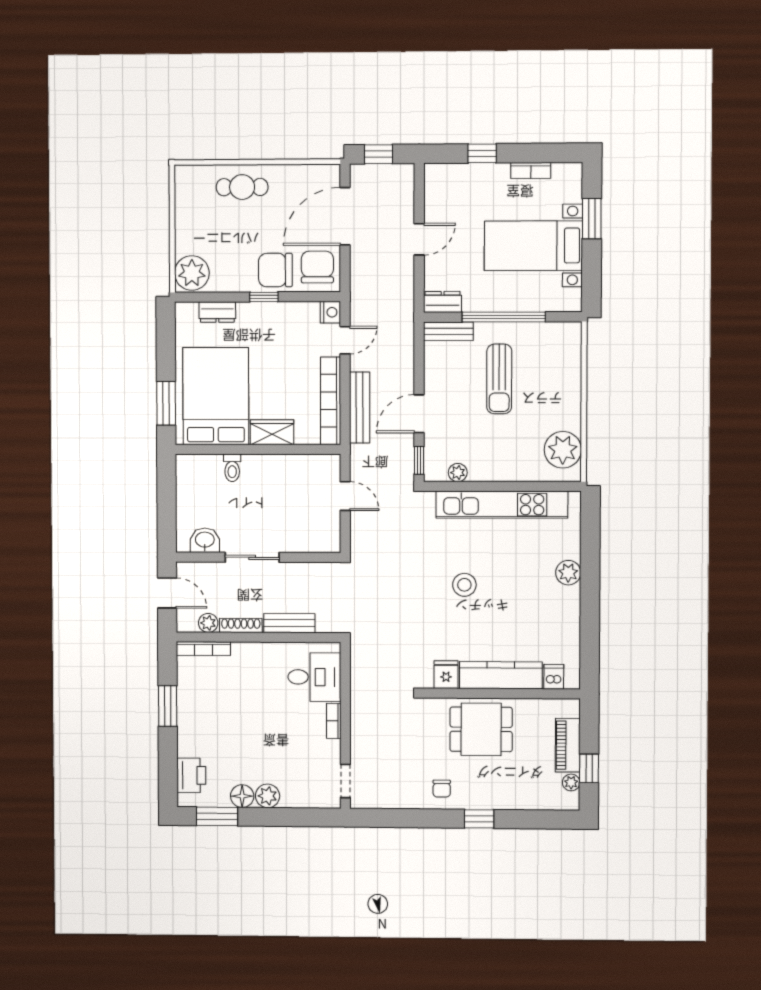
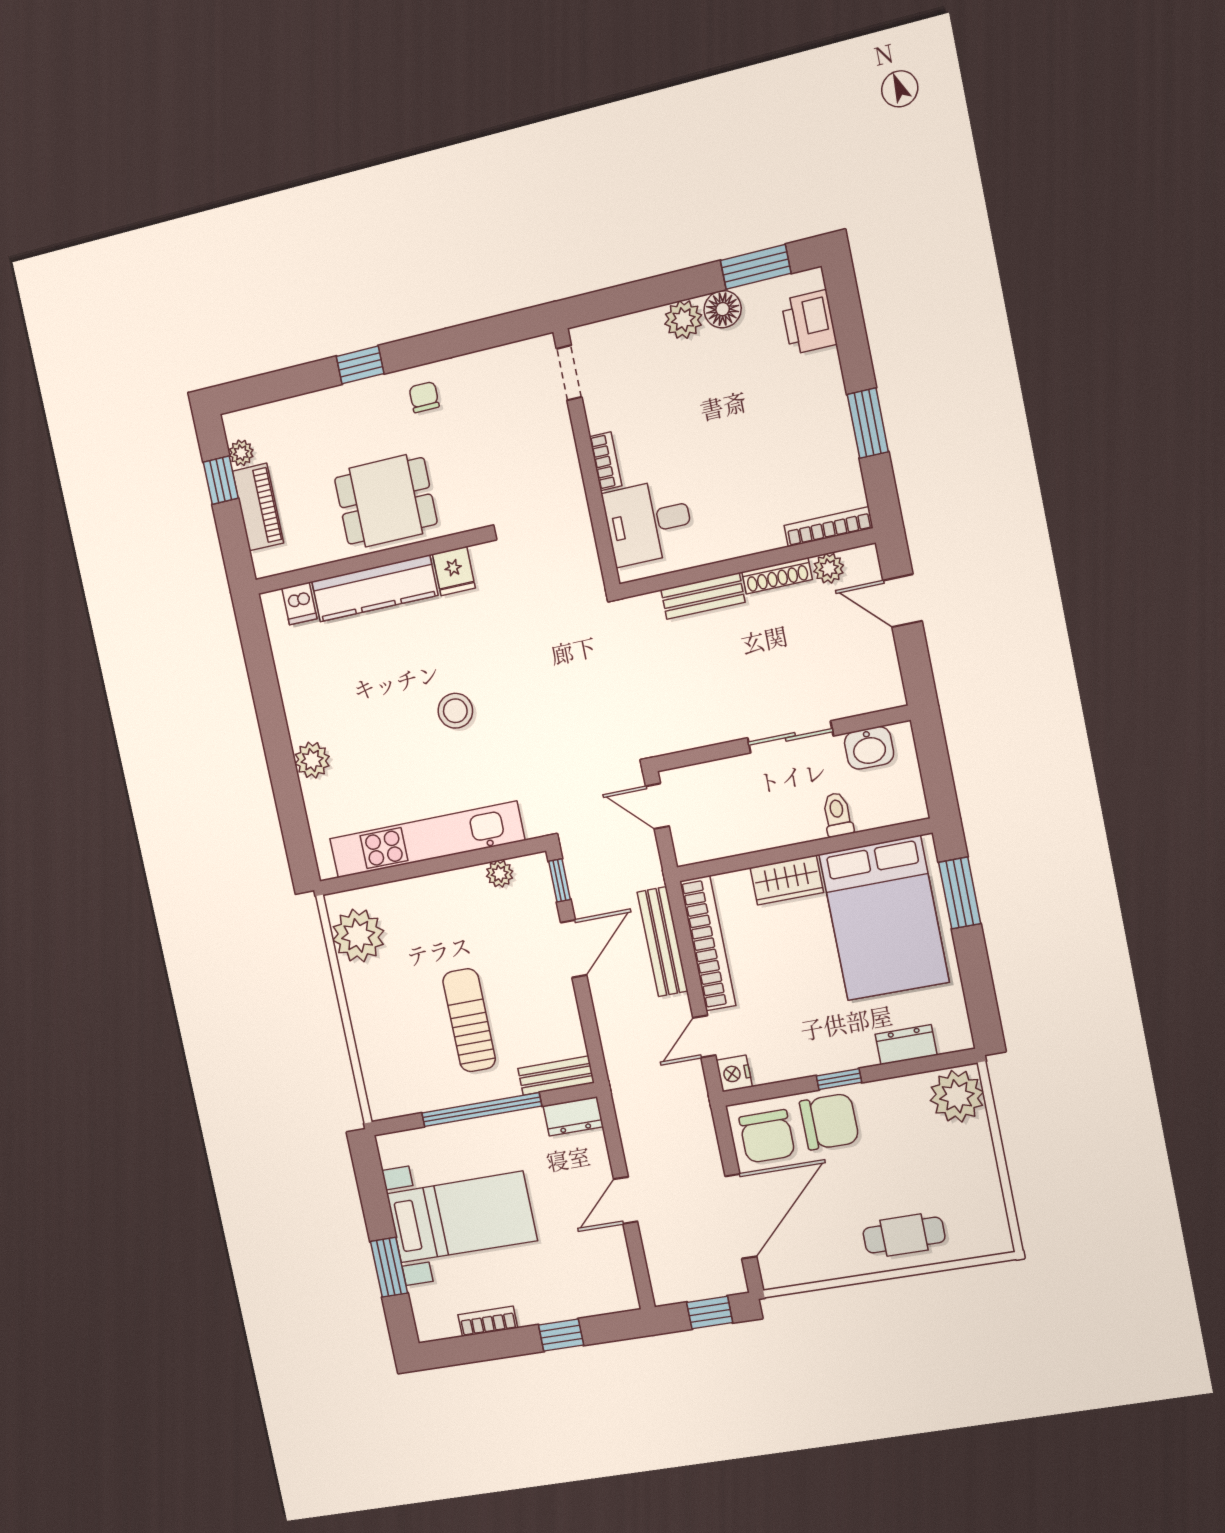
washbasin: (205, 540) -> (869, 748), moved
sliding door: (252, 557) -> (790, 737), moved
wall: (258, 557) -> (781, 739), moved

